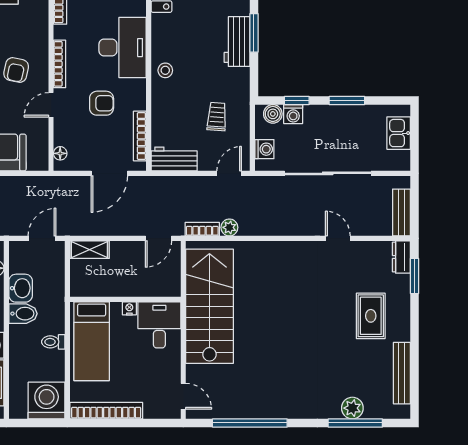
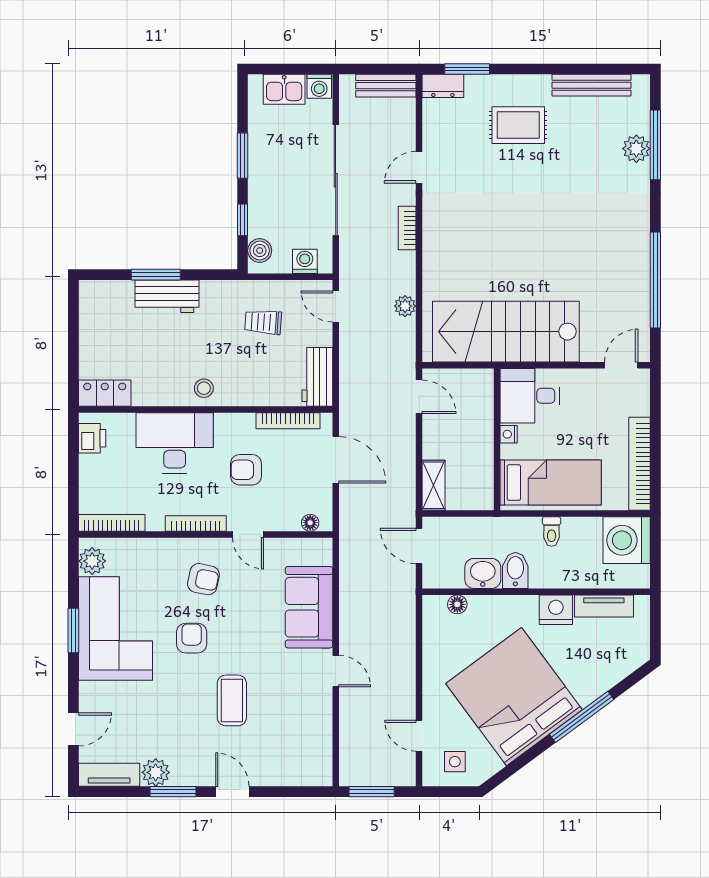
armchair: (102, 103) -> (246, 470), turned -90
washing machine: (293, 114) -> (319, 86), moved, turned 90
bookcase: (202, 229) -> (407, 228), moved

